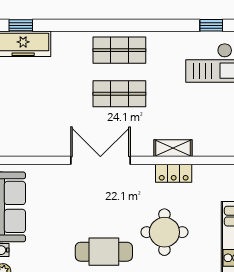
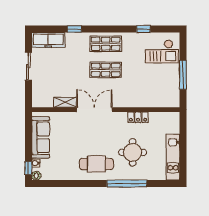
window: (21, 25) -> (74, 29), moved
window: (211, 25) -> (143, 29), moved
shelving: (173, 148) -> (65, 102), moved

